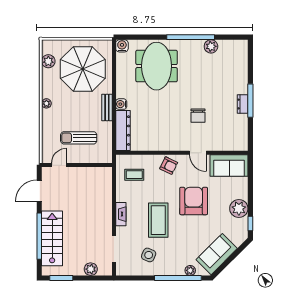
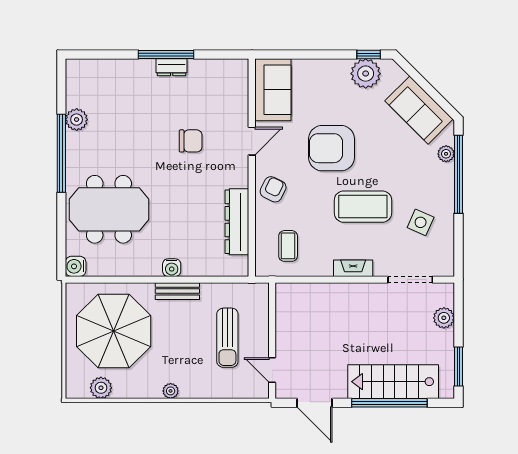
dresser: (123, 131) -> (237, 222), moved, turned -90
plant: (239, 208) -> (366, 74), moved

